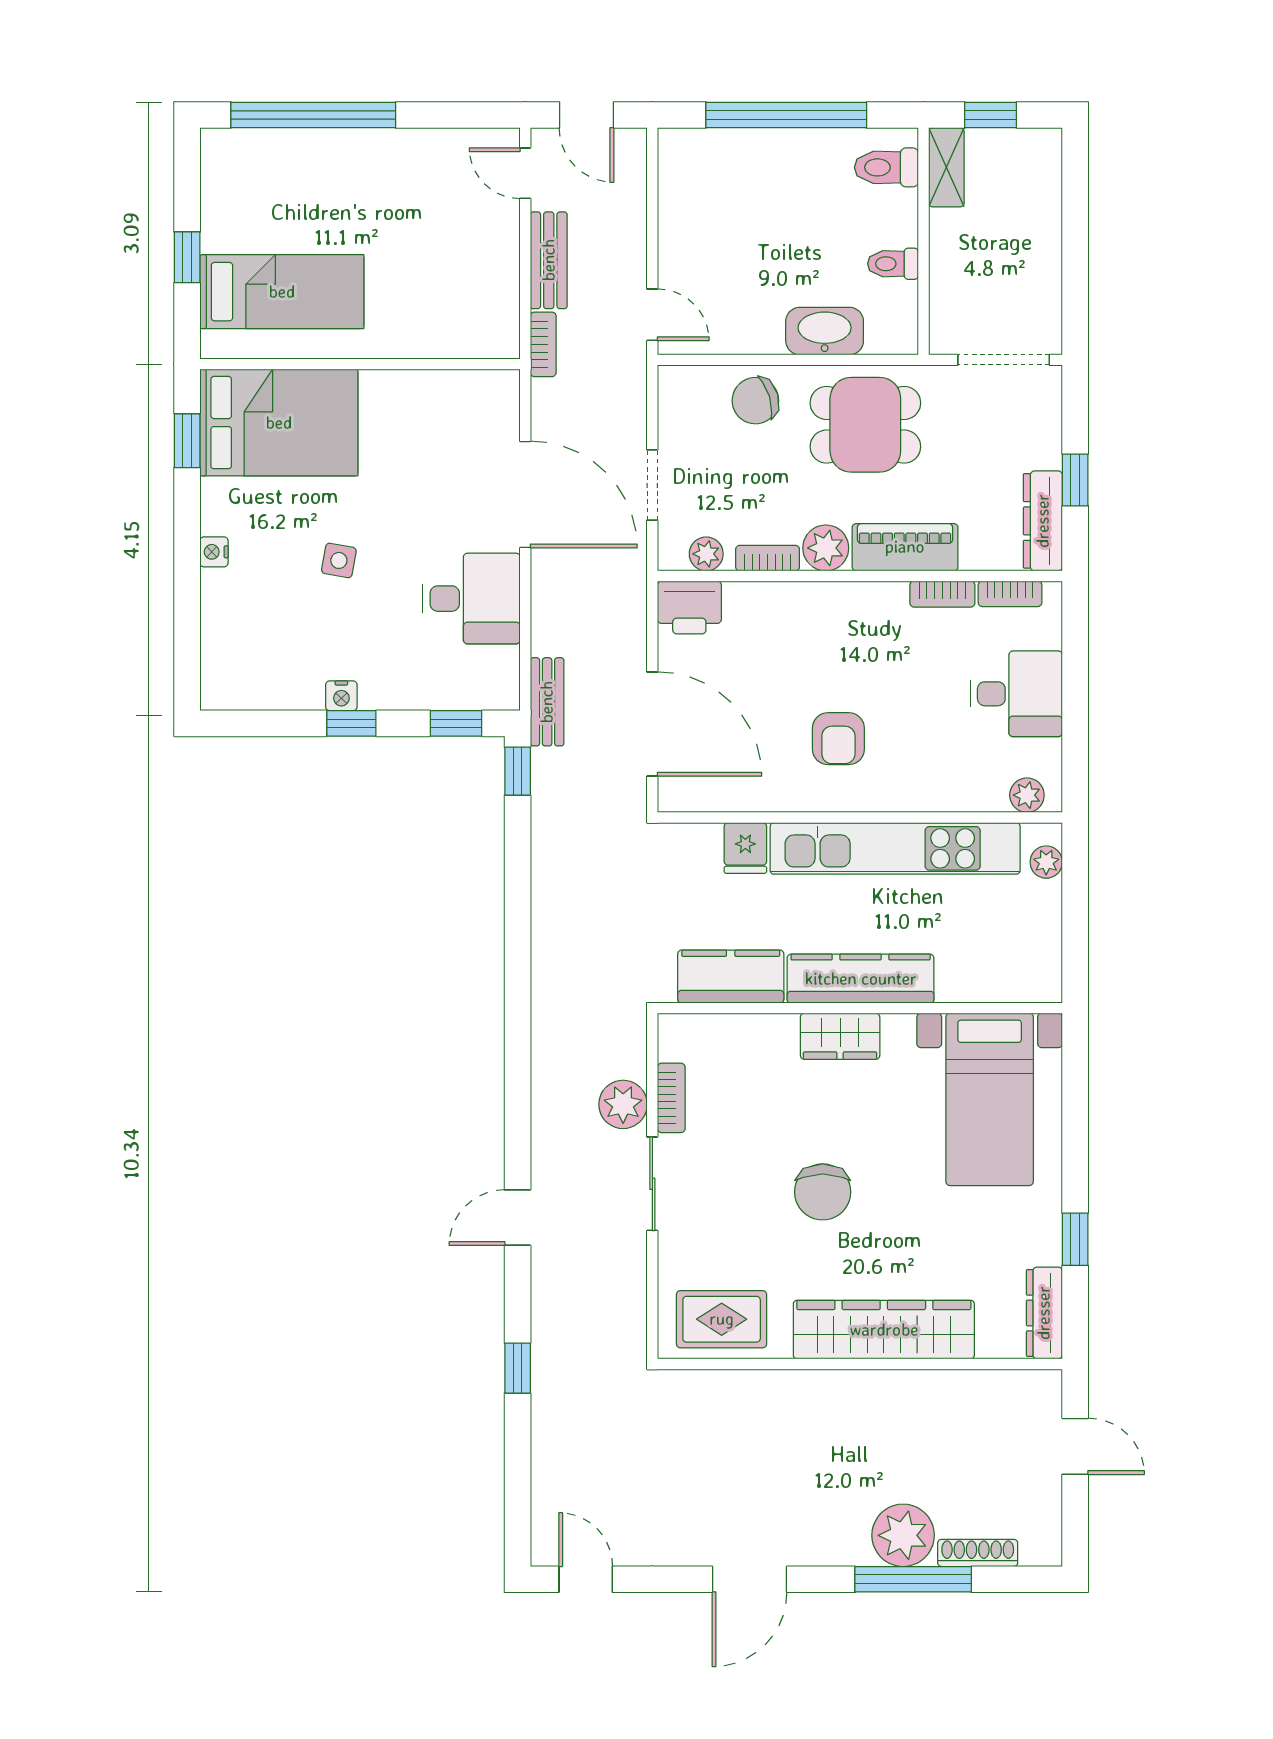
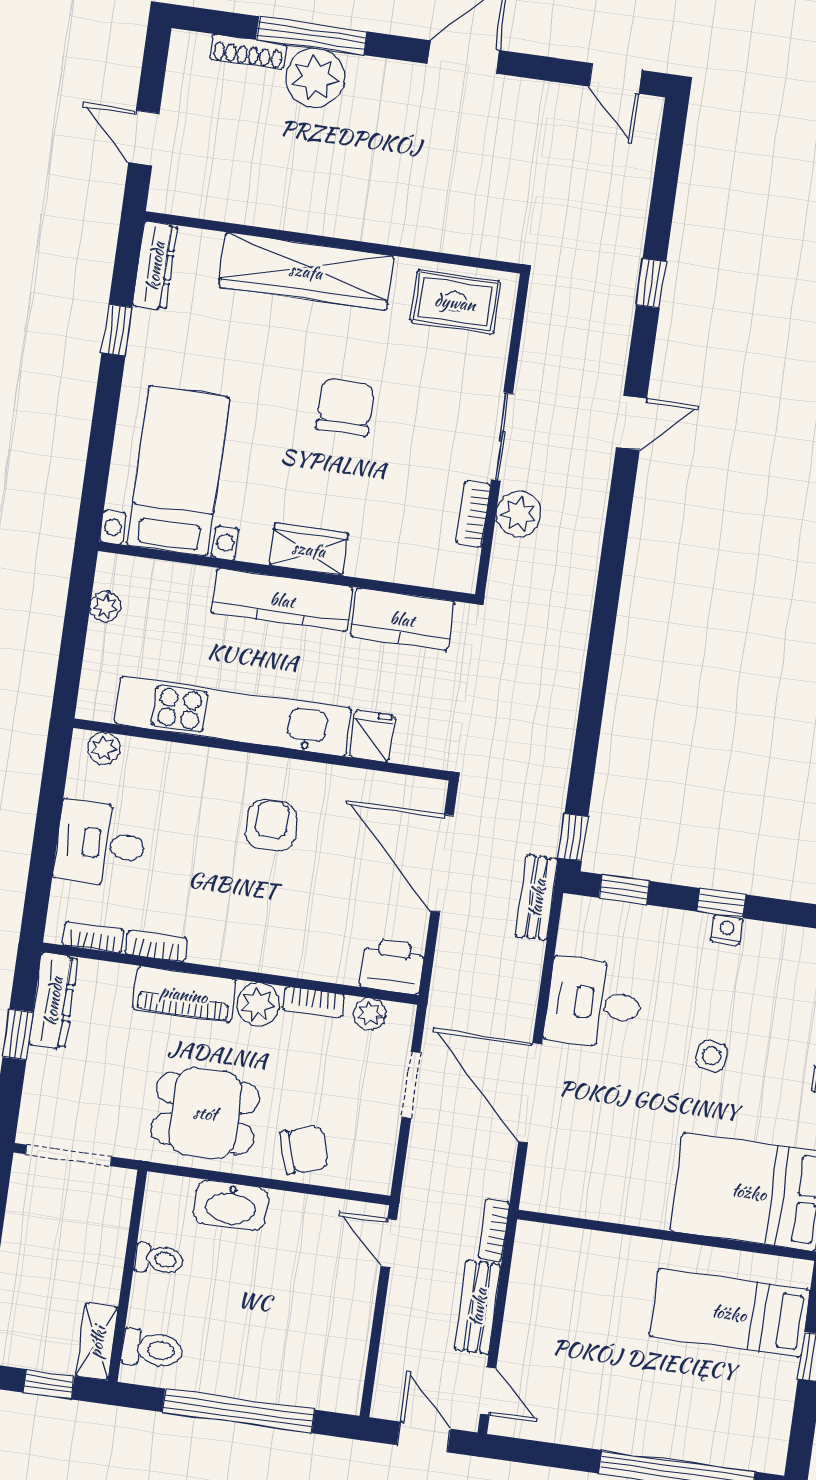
plant: (1046, 862) -> (105, 606), moved

